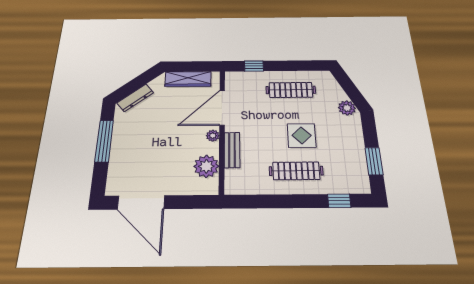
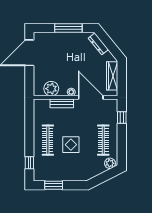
plant: (347, 108) -> (110, 163), moved

